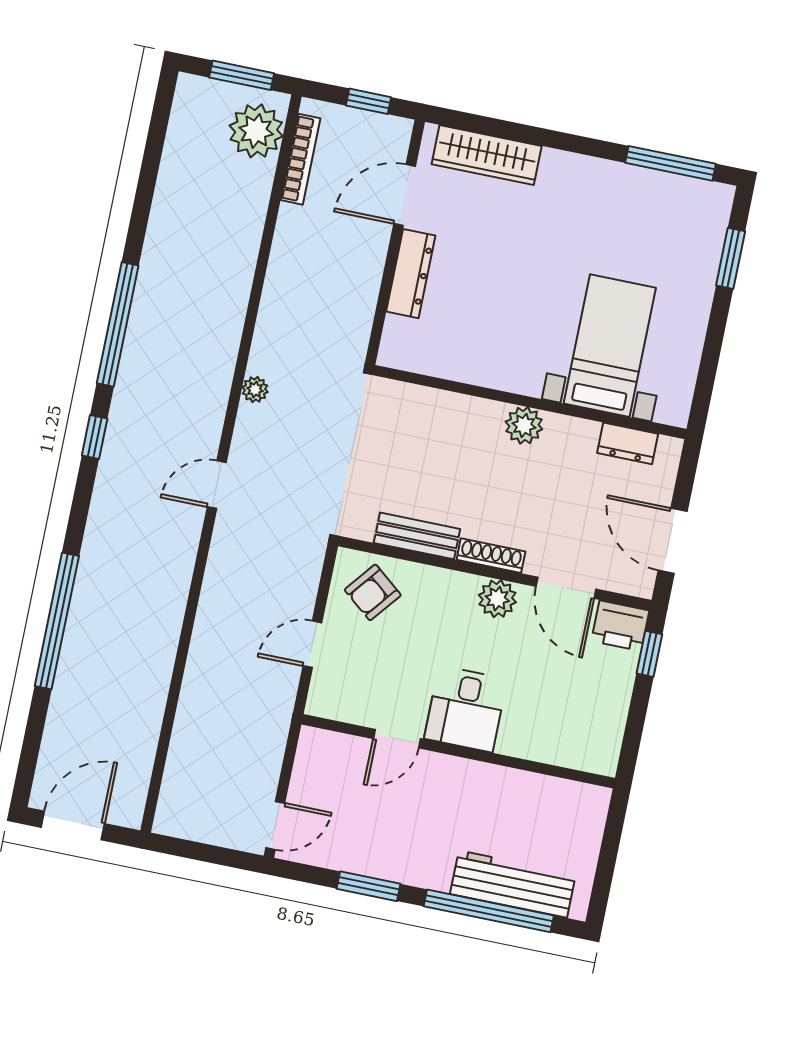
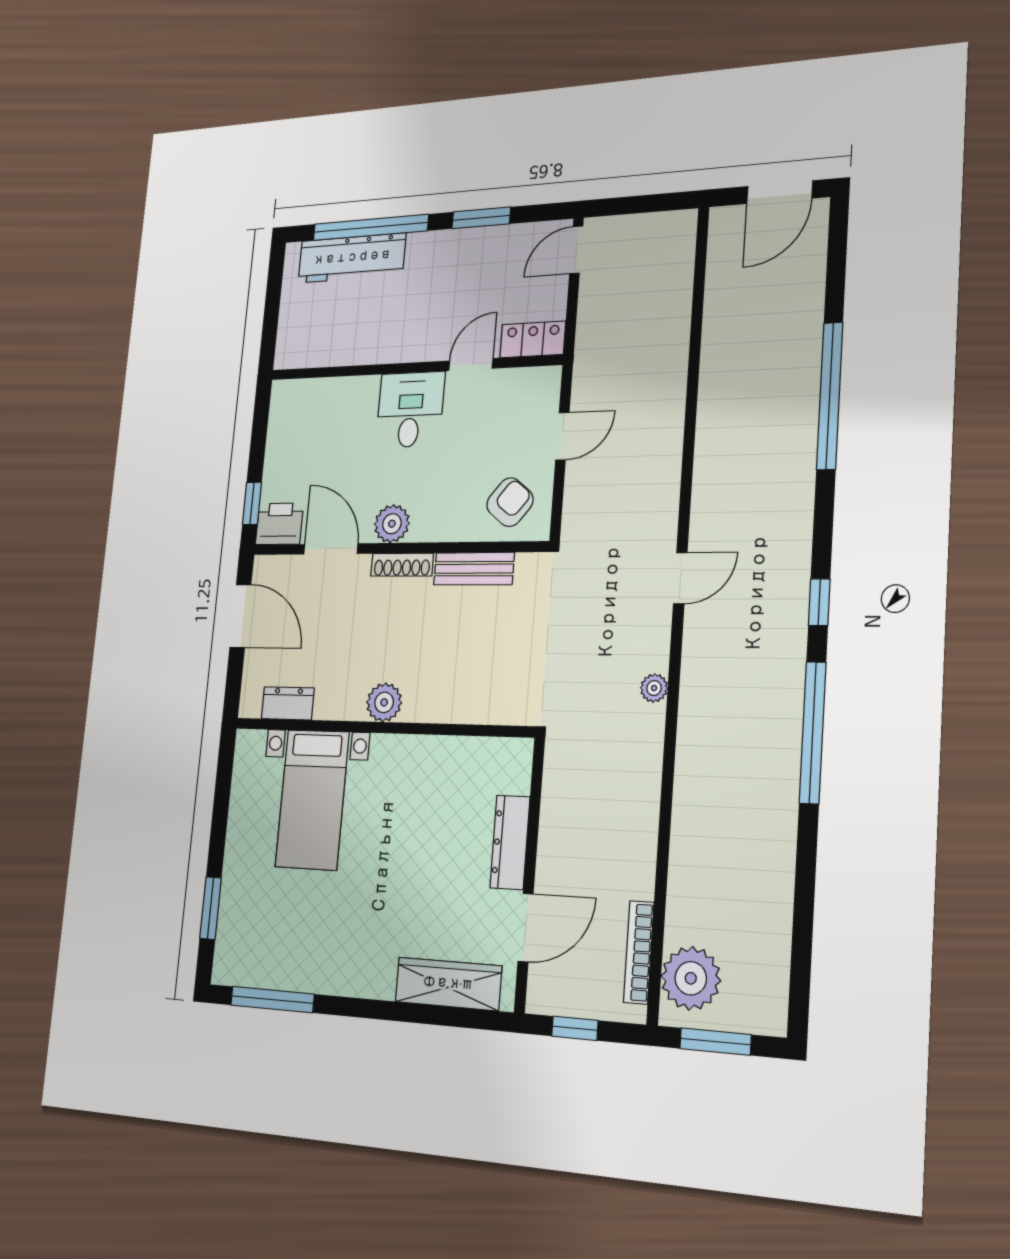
locker: (330, 747) -> (533, 339), added

